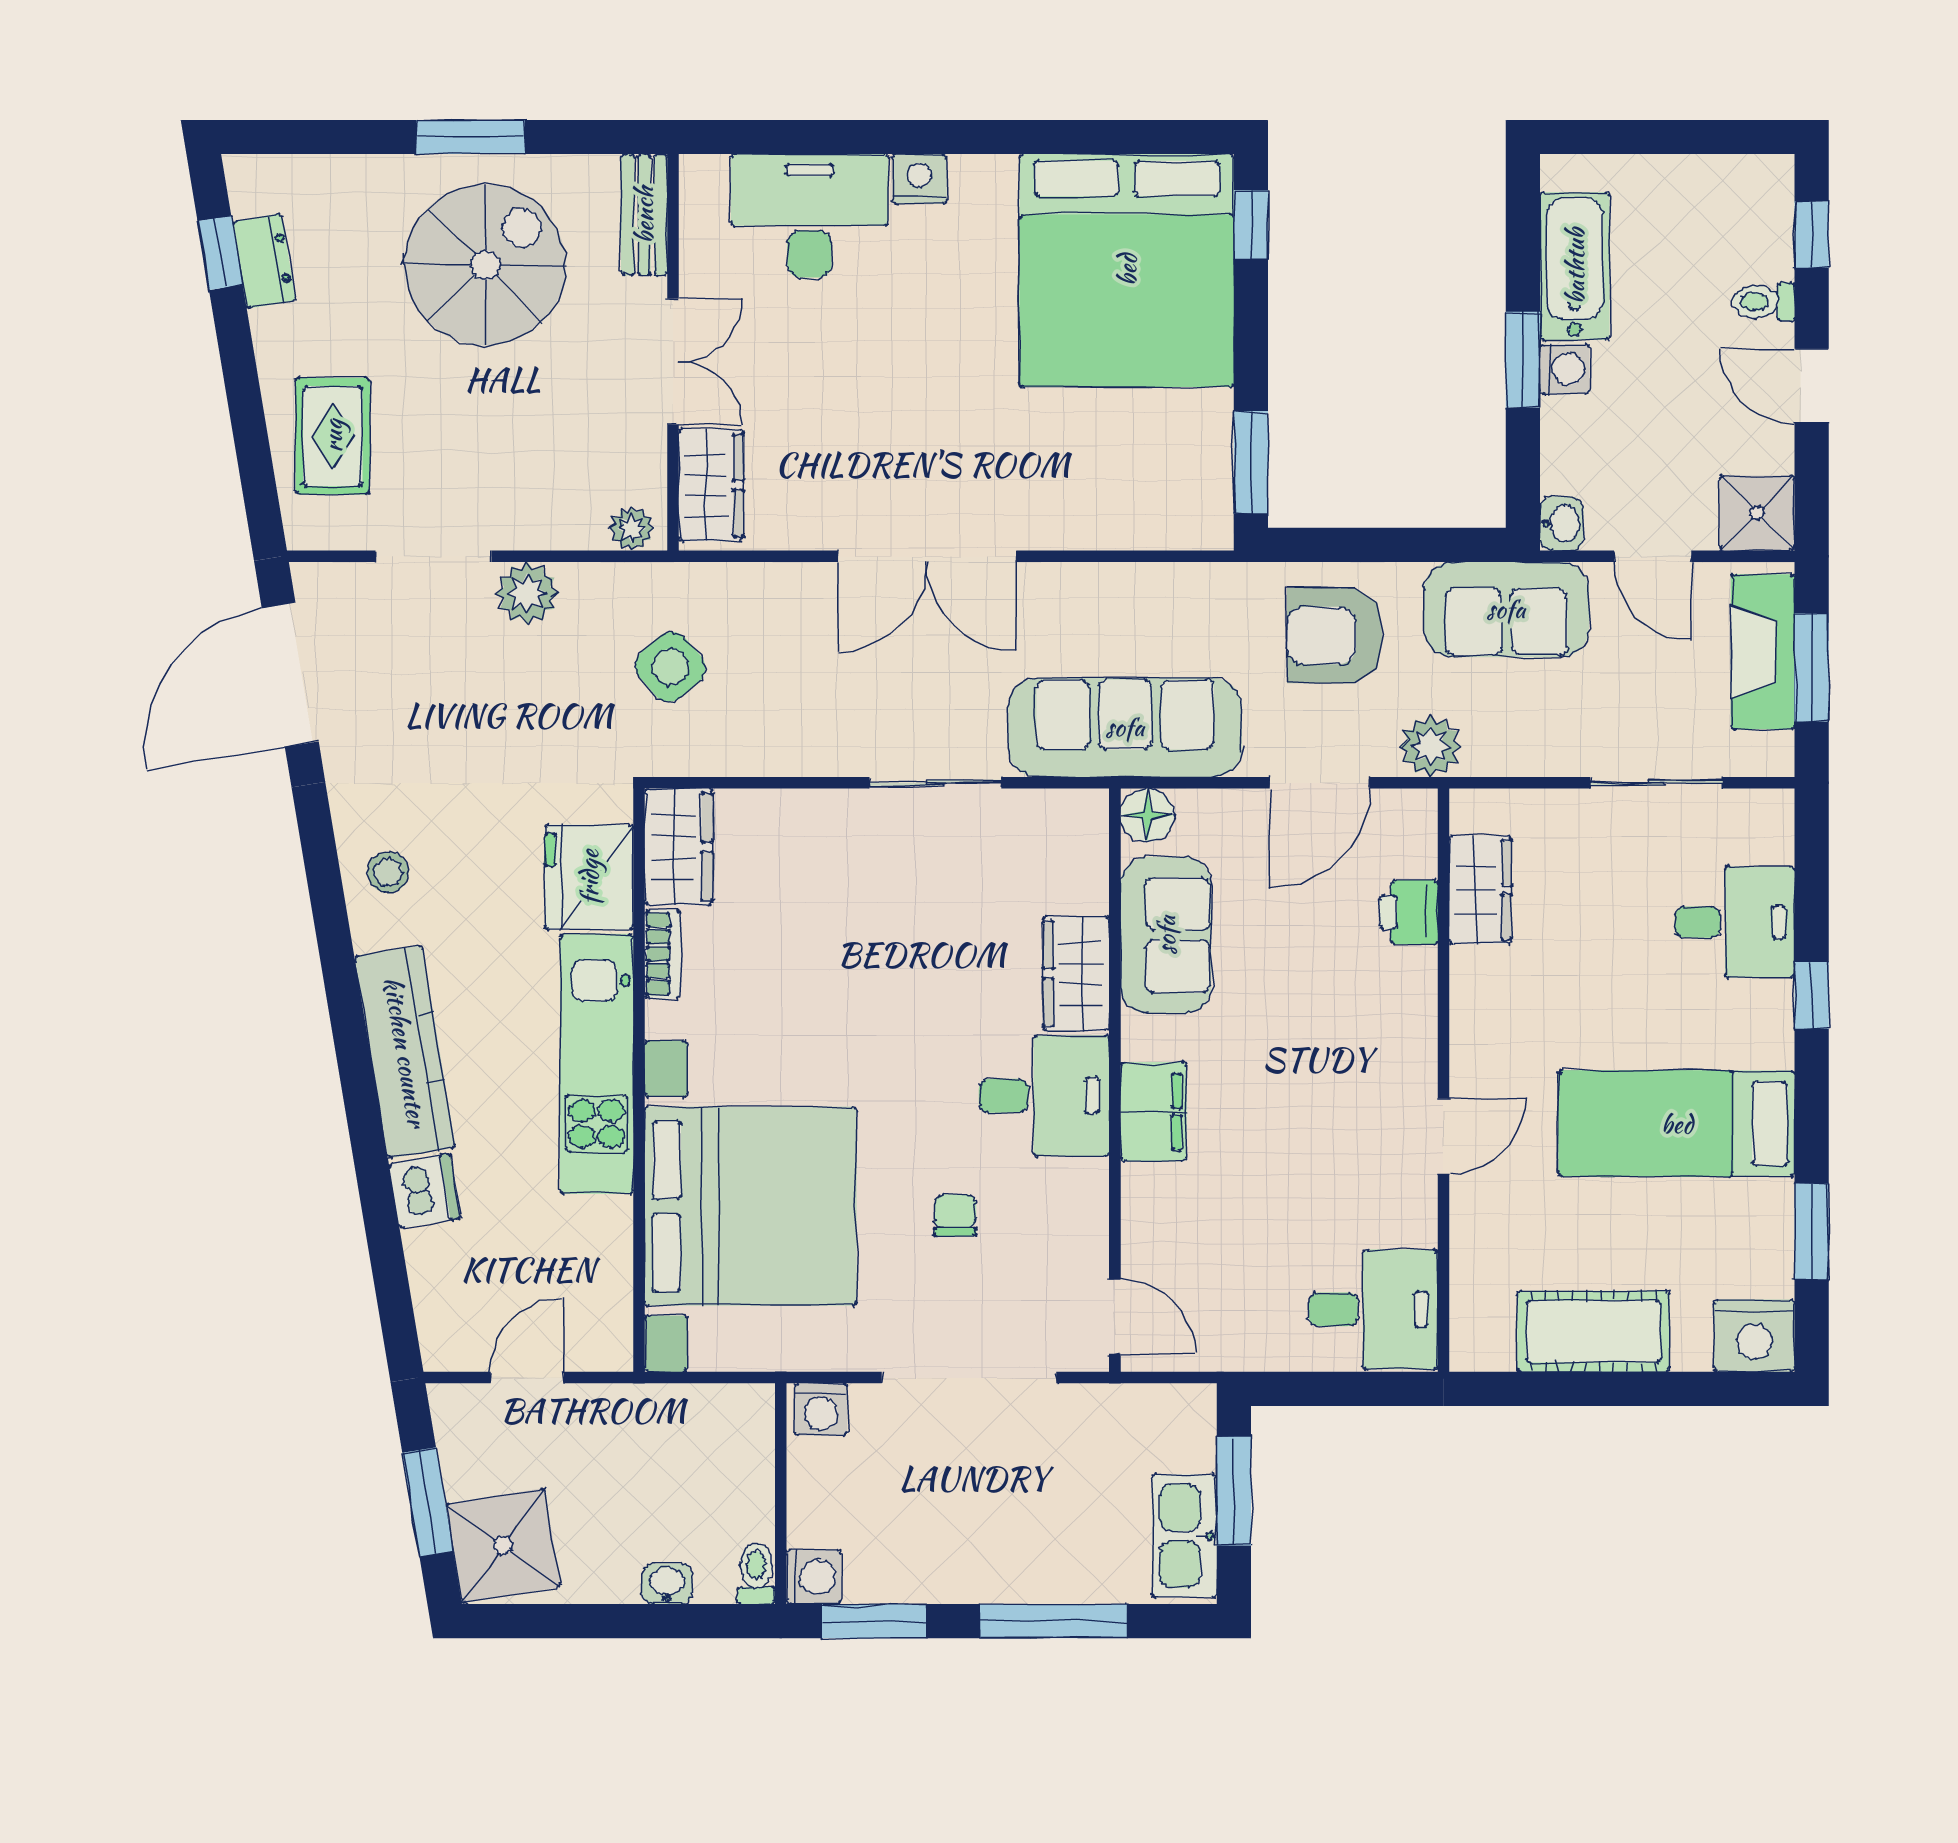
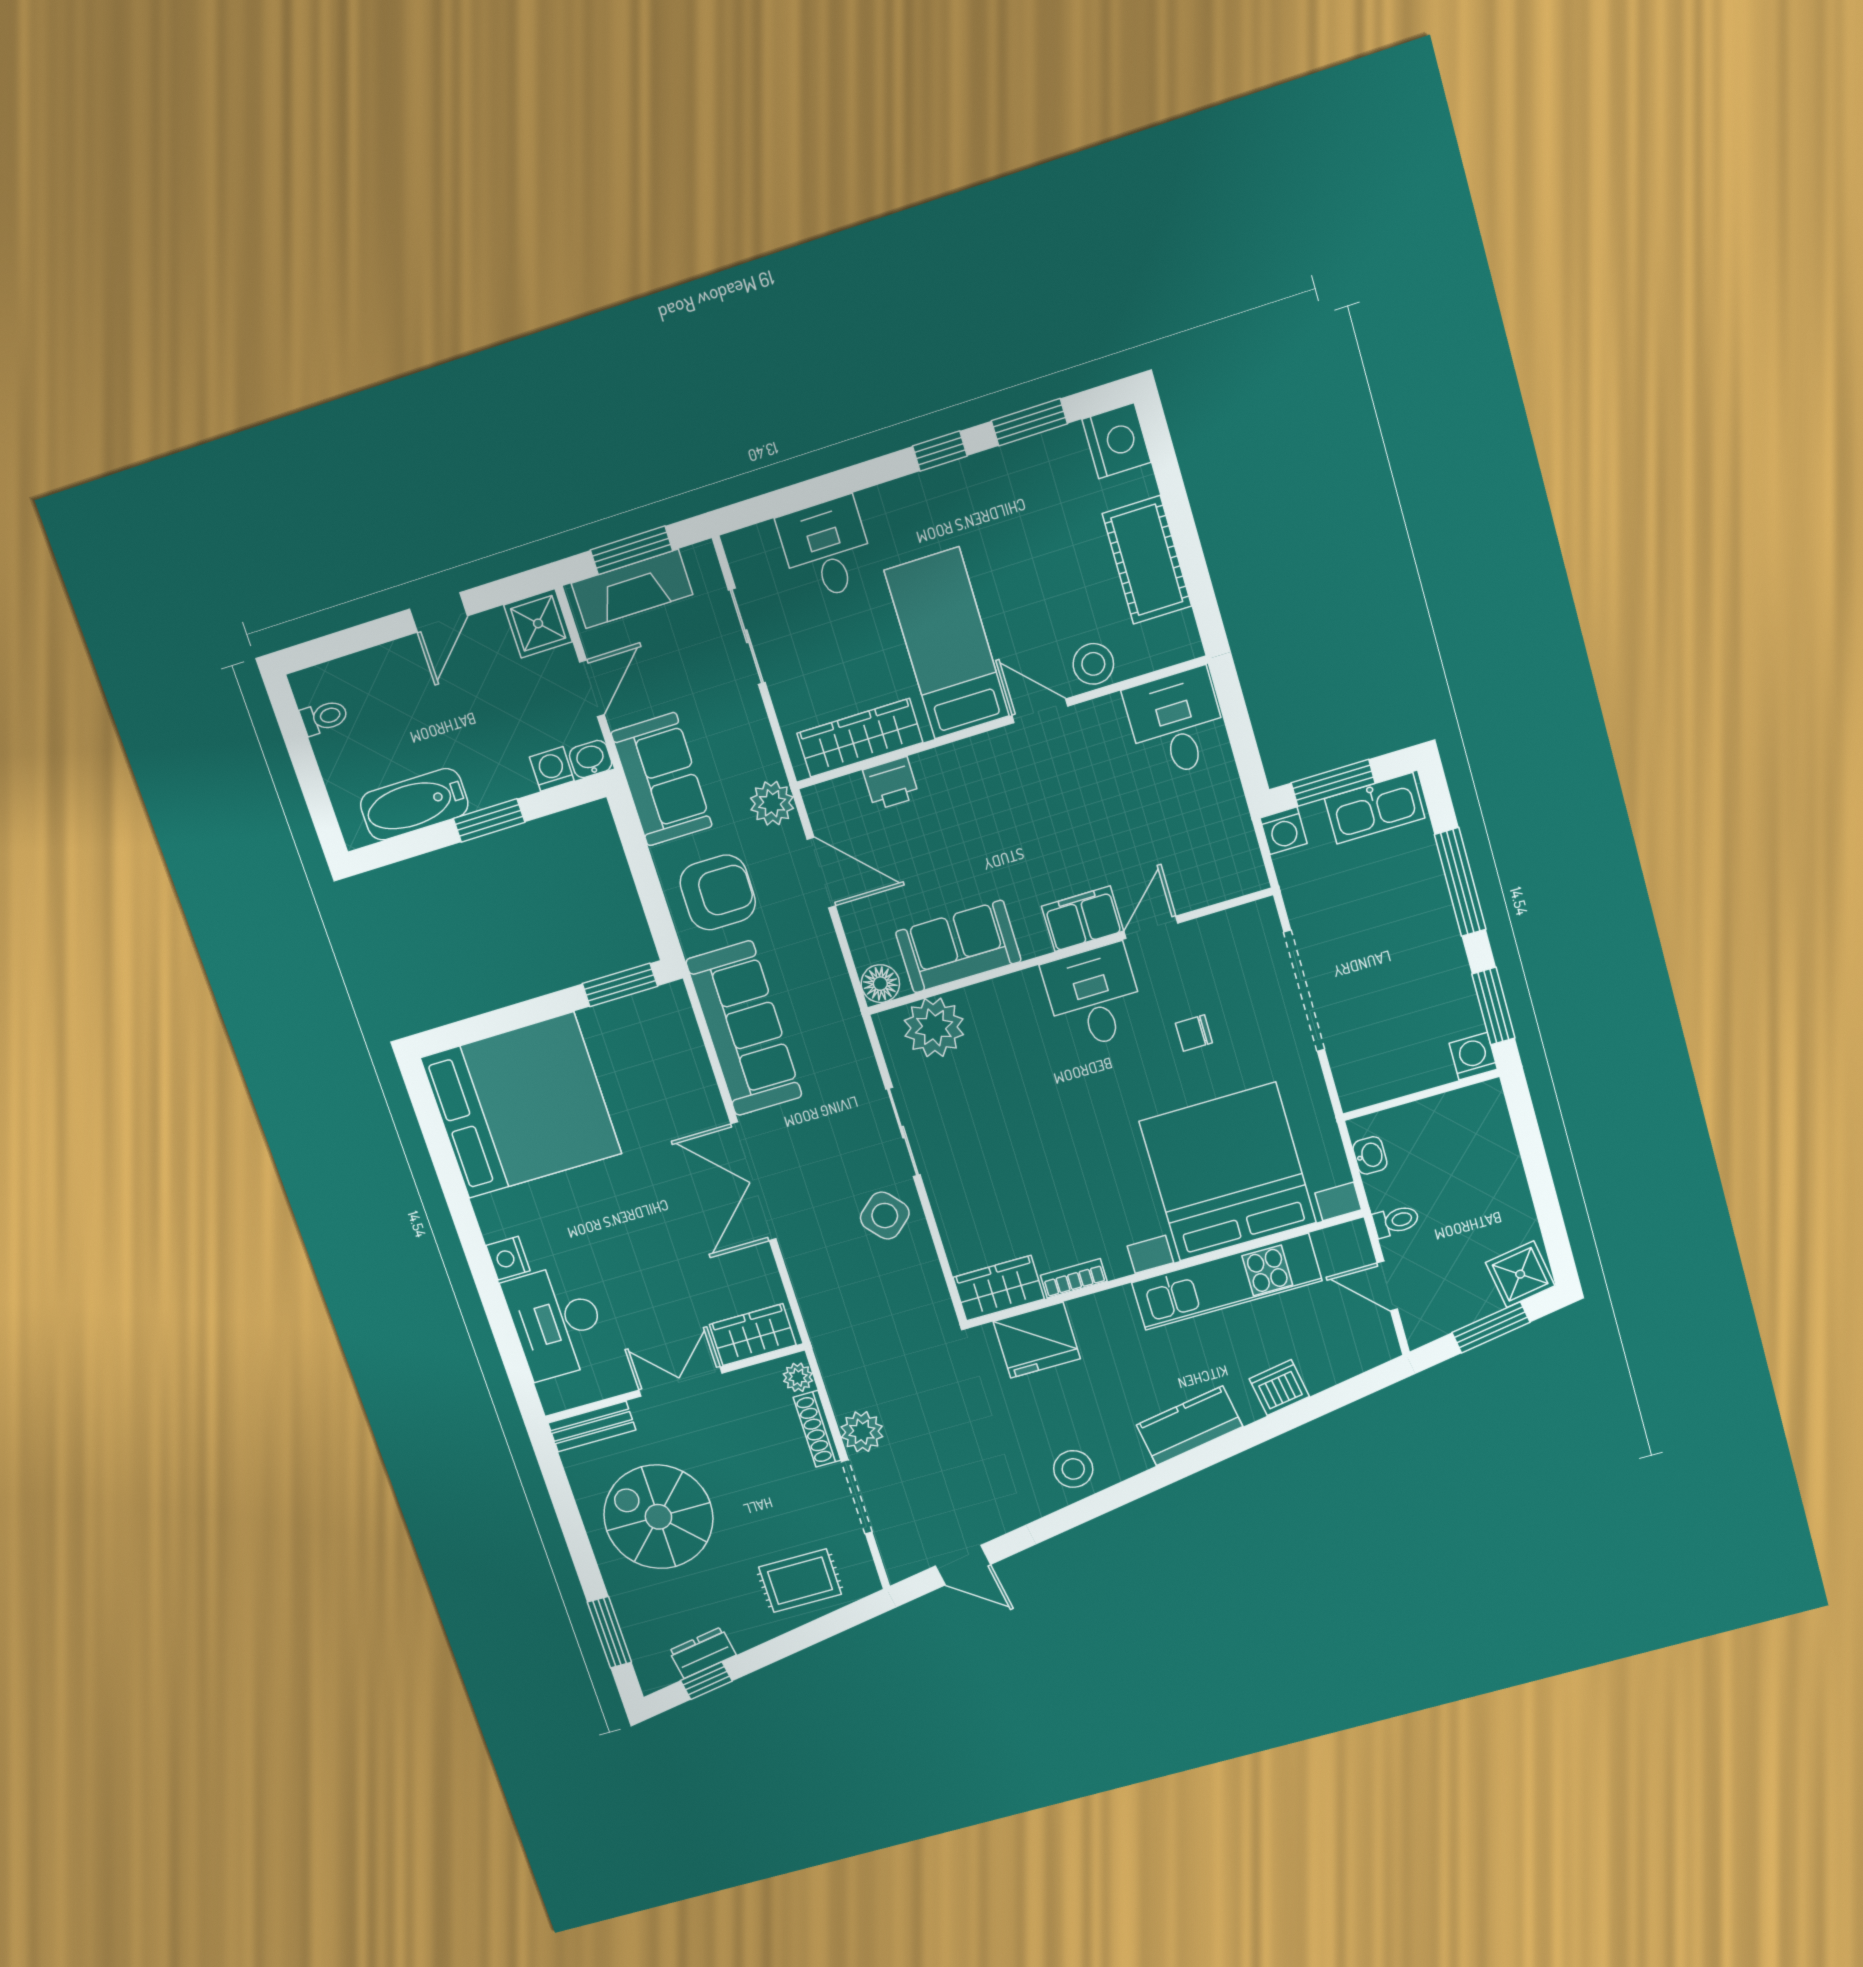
window: (471, 137) -> (609, 1632), moved
window: (1251, 225) -> (463, 1032), removed
window: (1812, 234) -> (336, 645), removed
toilet: (1763, 302) -> (324, 717), moved, turned -90
washing machine: (1565, 369) -> (552, 769), moved
shoe rack: (550, 532) -> (817, 1429), added
double door: (927, 556) -> (754, 1181), swing flipped
armchair: (1335, 636) -> (718, 892), turned -90
side table: (670, 667) -> (885, 1216), moved
door: (290, 675) -> (963, 1565), width x0.53
sofa: (1125, 727) -> (744, 1028), moved, turned 180
plant: (1066, 869) -> (934, 1027), added
stool: (388, 872) -> (1073, 1469), width x1.37, depth x1.37
wardrobe: (1480, 890) -> (860, 738), width x1.50
wardrobe: (1076, 974) -> (1003, 1000), removed
window: (1812, 995) -> (940, 451), moved
kitchen counter: (405, 1052) -> (1189, 1426), width x0.67
kitchen unit: (597, 1064) -> (1227, 1282), moved
bed: (1677, 1124) -> (947, 643), moved, turned 180
stool: (1483, 1224) -> (1093, 664), added
door: (1115, 1317) -> (1151, 927), moved
washing machine: (821, 1409) -> (1284, 831), moved, turned 90
shower: (503, 1546) -> (1520, 1274), width x0.73, depth x0.73
toilet: (756, 1574) -> (1396, 1221), moved, turned 180
washbasin: (667, 1584) -> (1370, 1155), moved, turned 180

